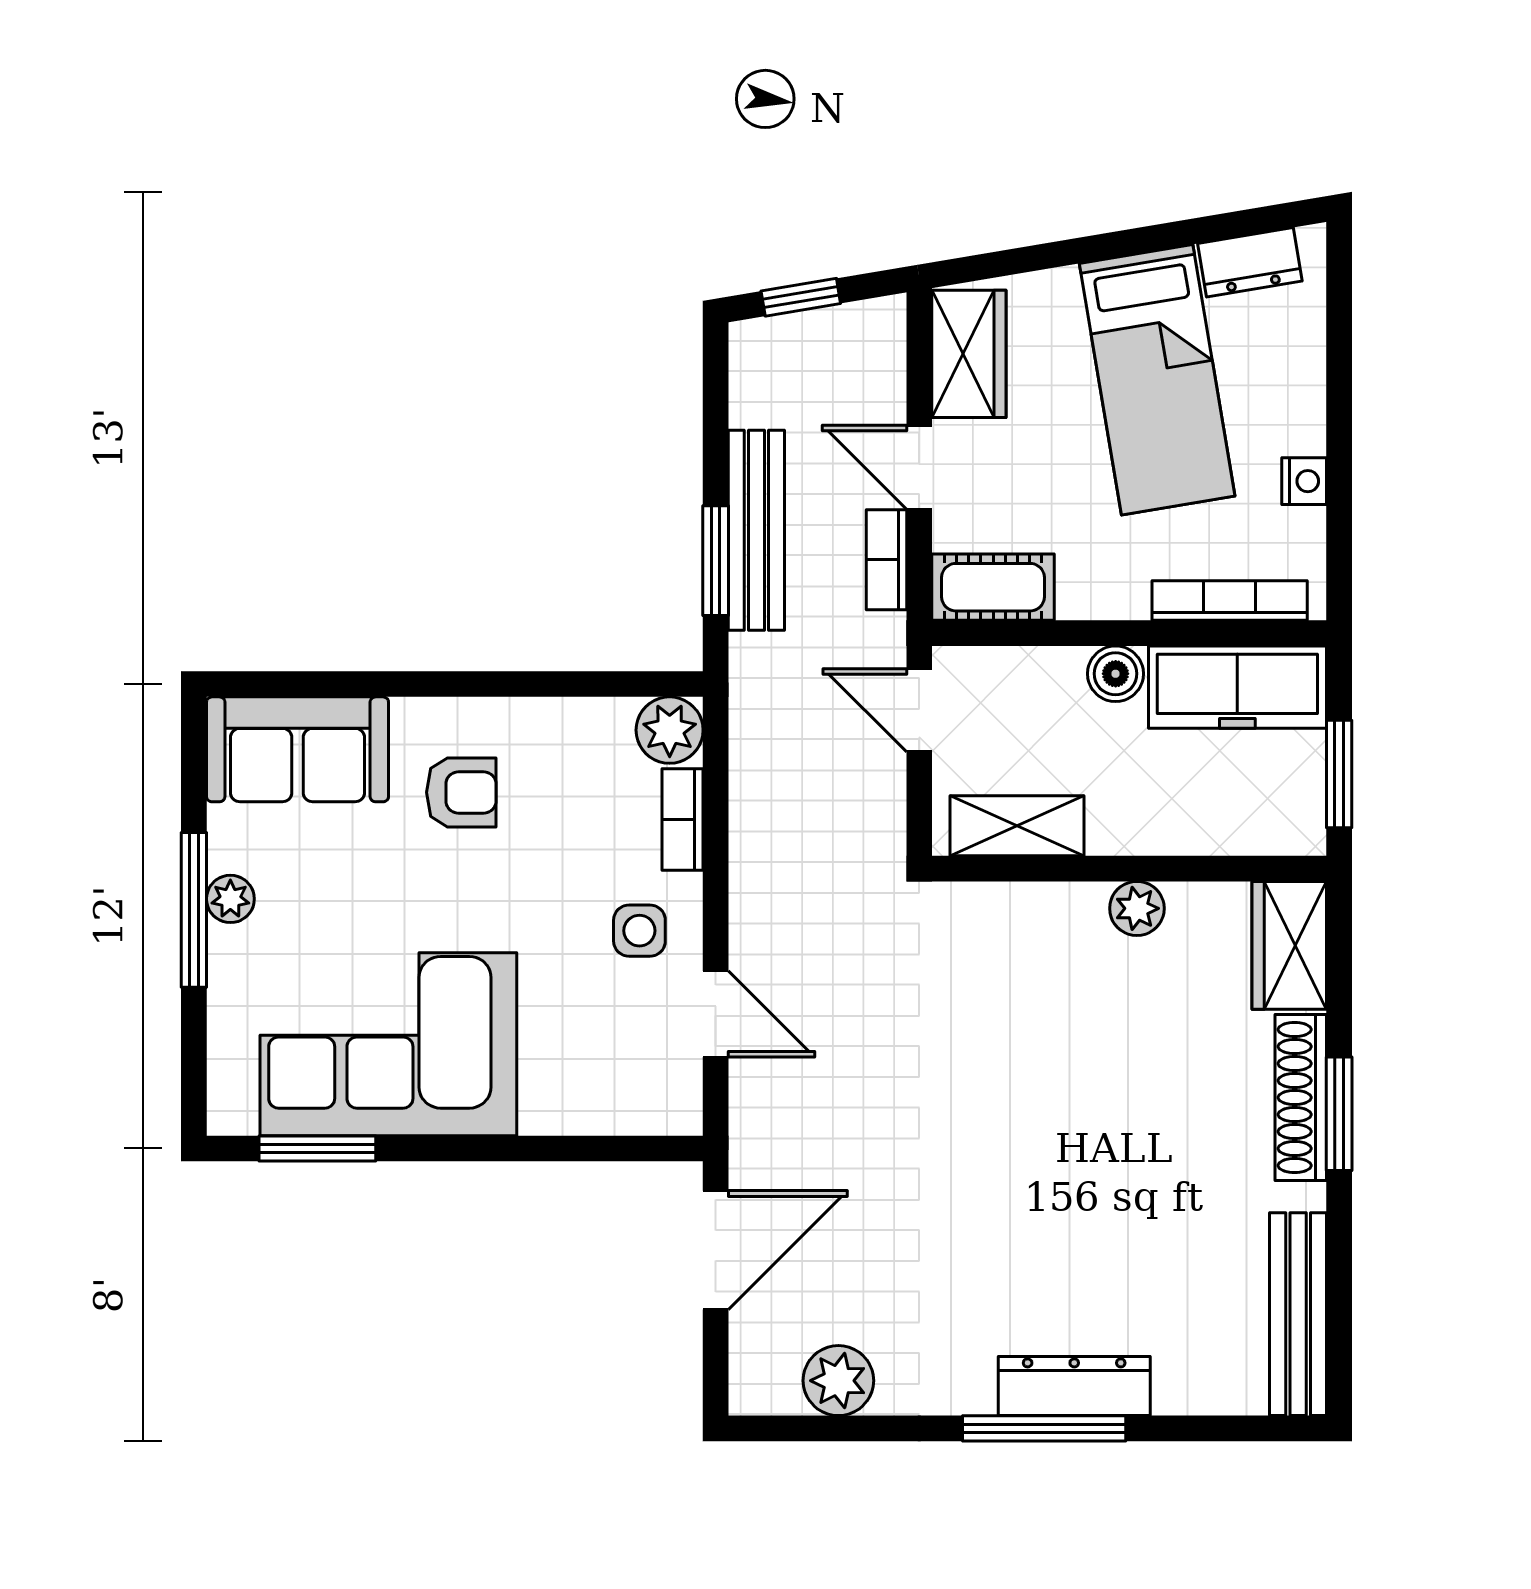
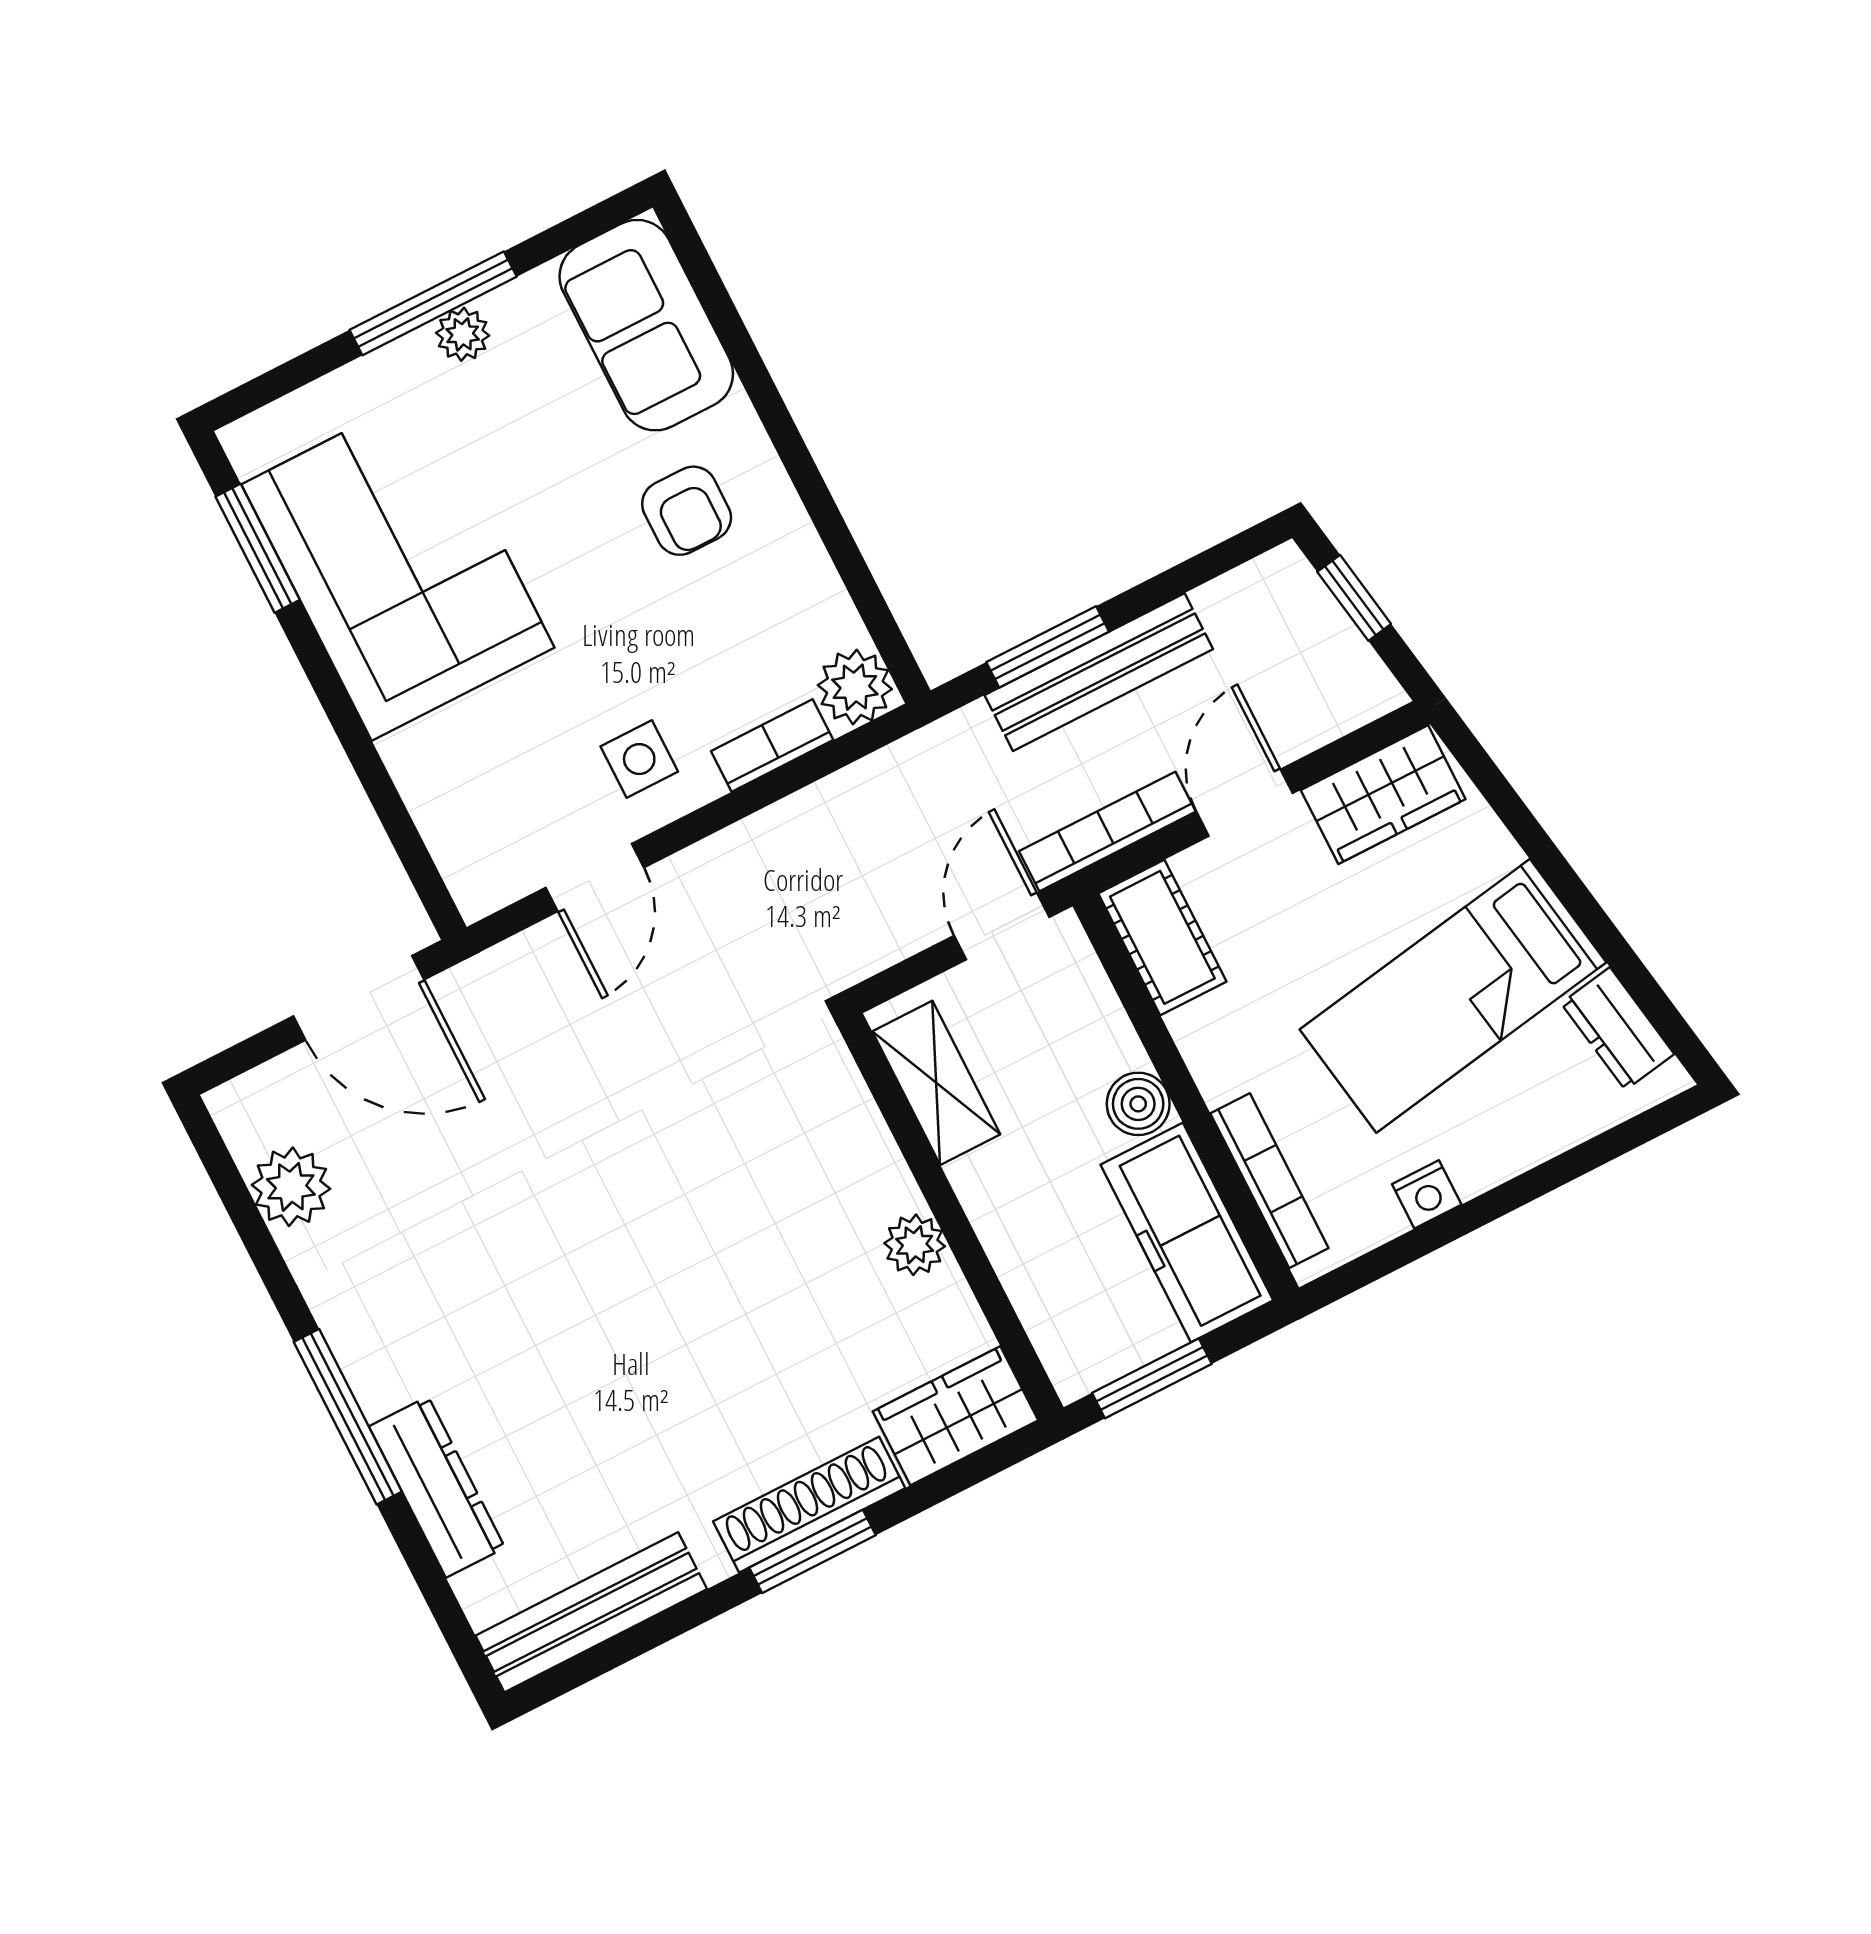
bookcase: (886, 560) -> (1107, 831), width x1.56
dresser: (1074, 1386) -> (437, 1487), moved

